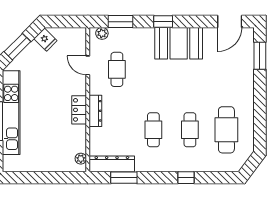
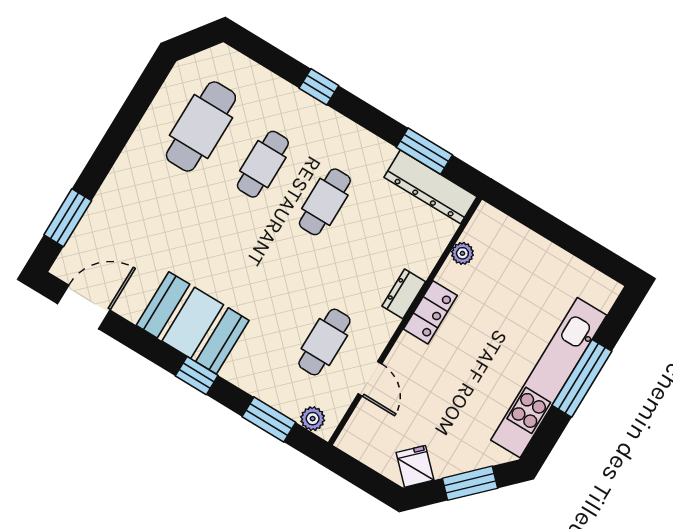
dresser: (95, 111) -> (404, 294), width x0.70
plant: (81, 159) -> (462, 253), moved

